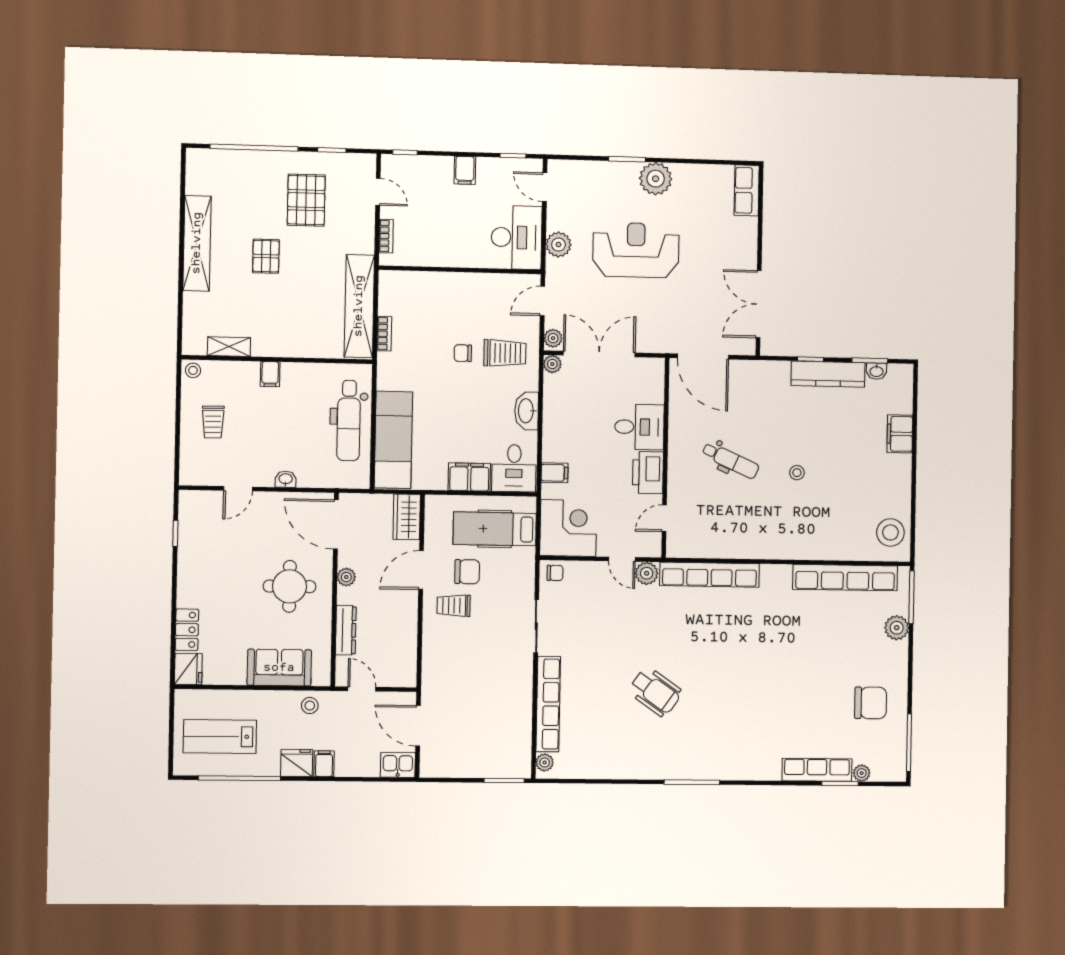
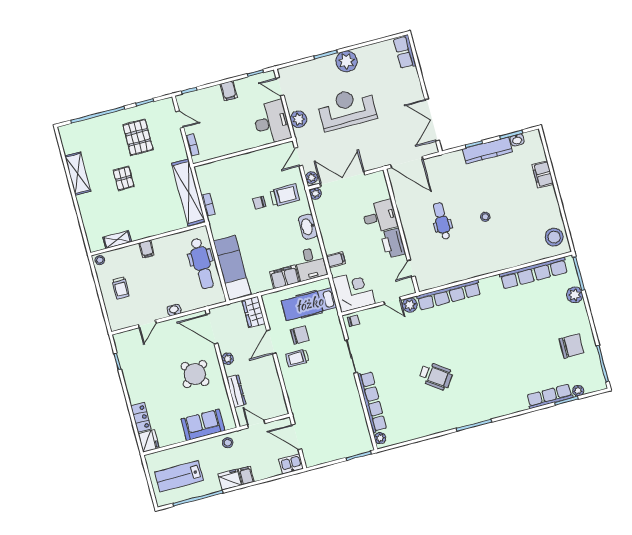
shelving: (197, 243) -> (78, 174), width x0.68
dental chair: (731, 460) -> (442, 221), turned -114
round table: (290, 586) -> (195, 374), turned -37

